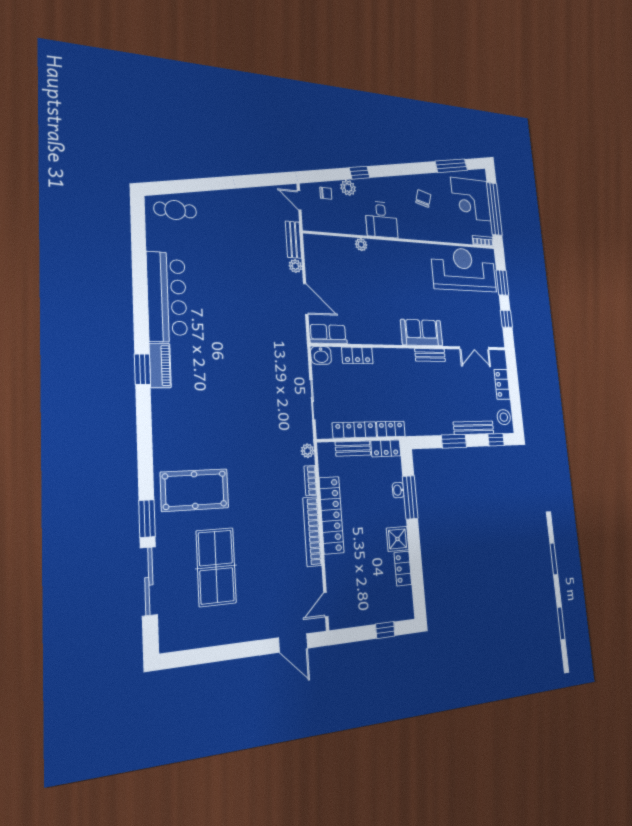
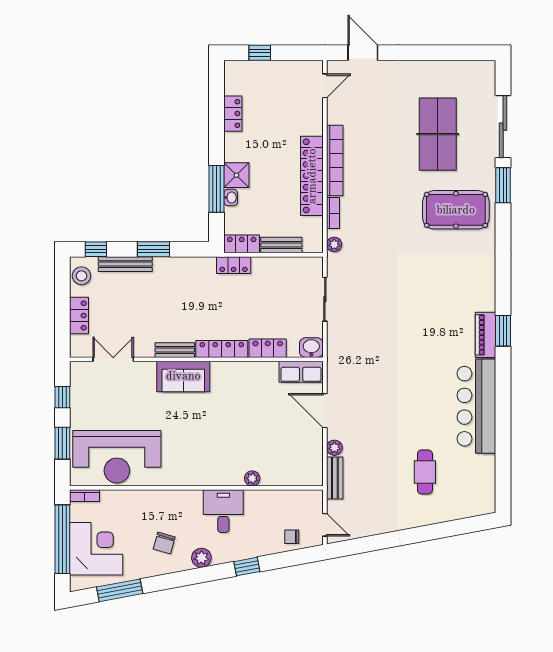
plant: (348, 188) -> (201, 558), moved
cafe table: (175, 210) -> (425, 472), moved, turned 90
locker: (354, 430) -> (222, 349), moved, turned 180
shower: (397, 539) -> (236, 175), moved

